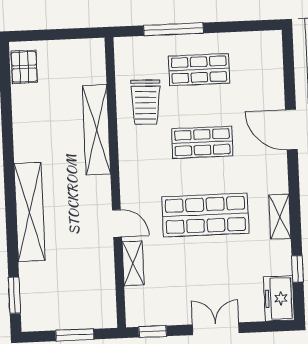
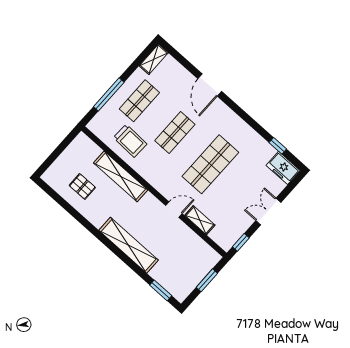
pallet: (24, 67) -> (82, 186), moved
door: (291, 130) -> (210, 85), hinge flipped
shelving: (280, 217) -> (154, 59), moved, turned 90

